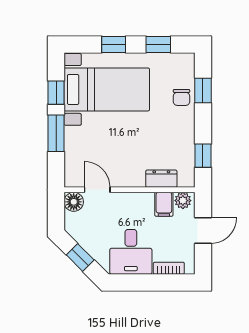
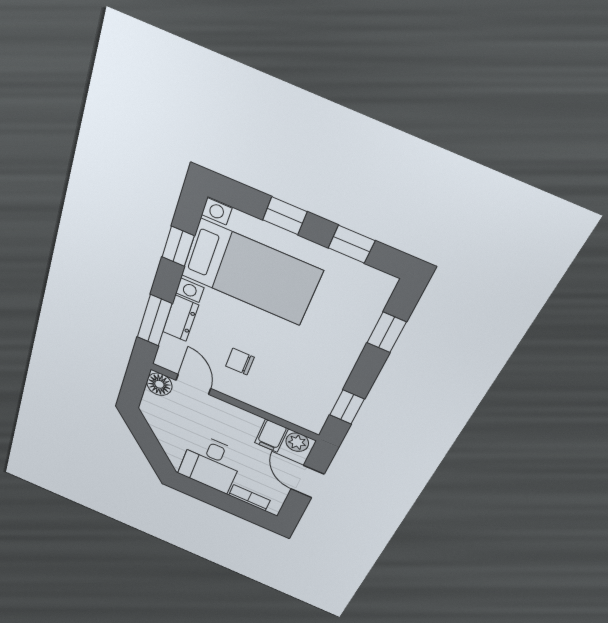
chair: (181, 97) -> (240, 362), moved, turned 90
window: (56, 133) -> (154, 320), moved
dresser: (161, 179) -> (181, 318), moved, turned 90
door: (203, 230) -> (308, 482), swing flipped
window: (80, 257) -> (148, 443), removed

